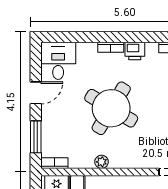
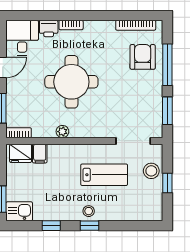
printer: (135, 51) -> (49, 28), moved
round table: (111, 108) -> (71, 82), turned -31

